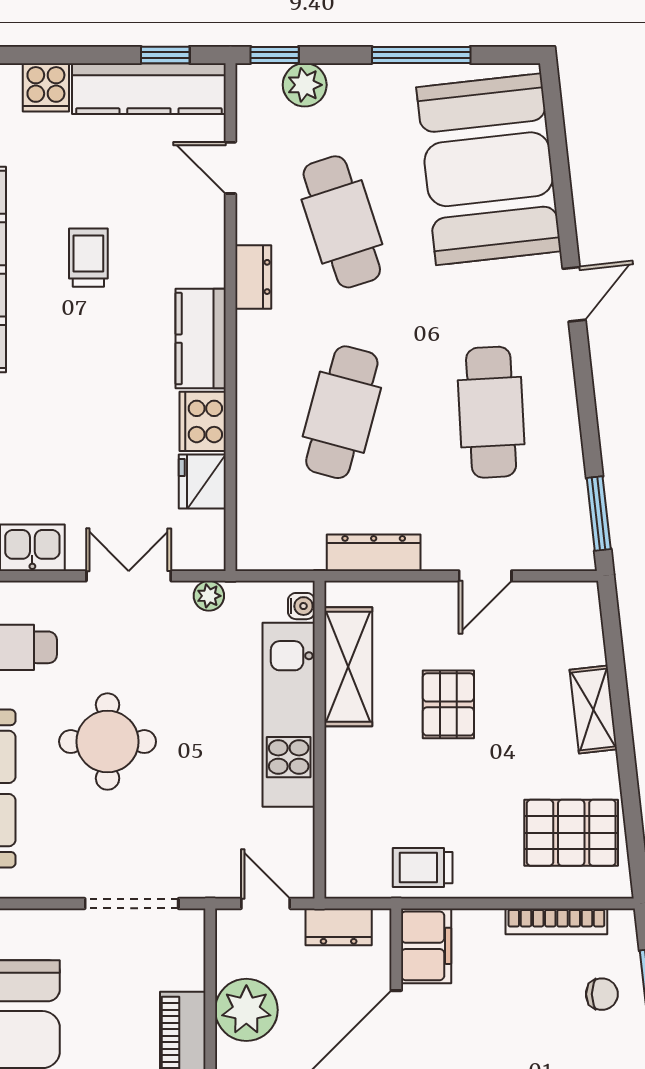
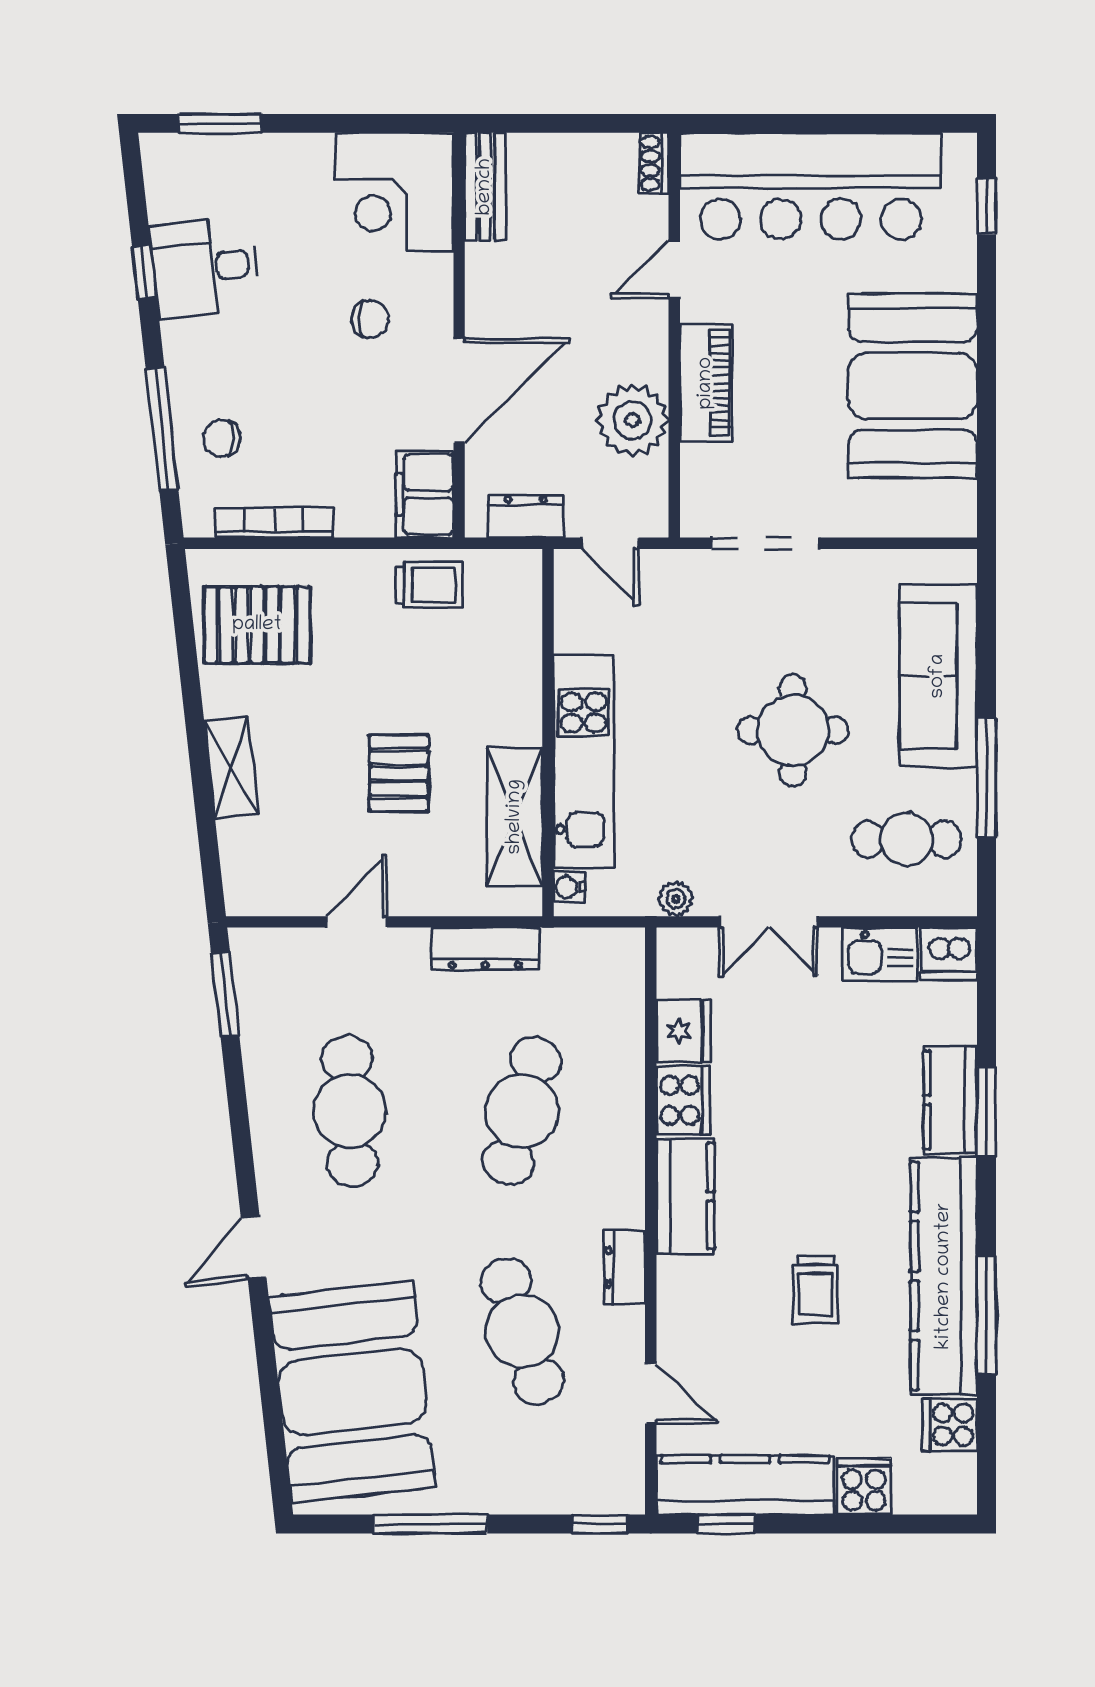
plant: (305, 85) -> (565, 1489), removed

